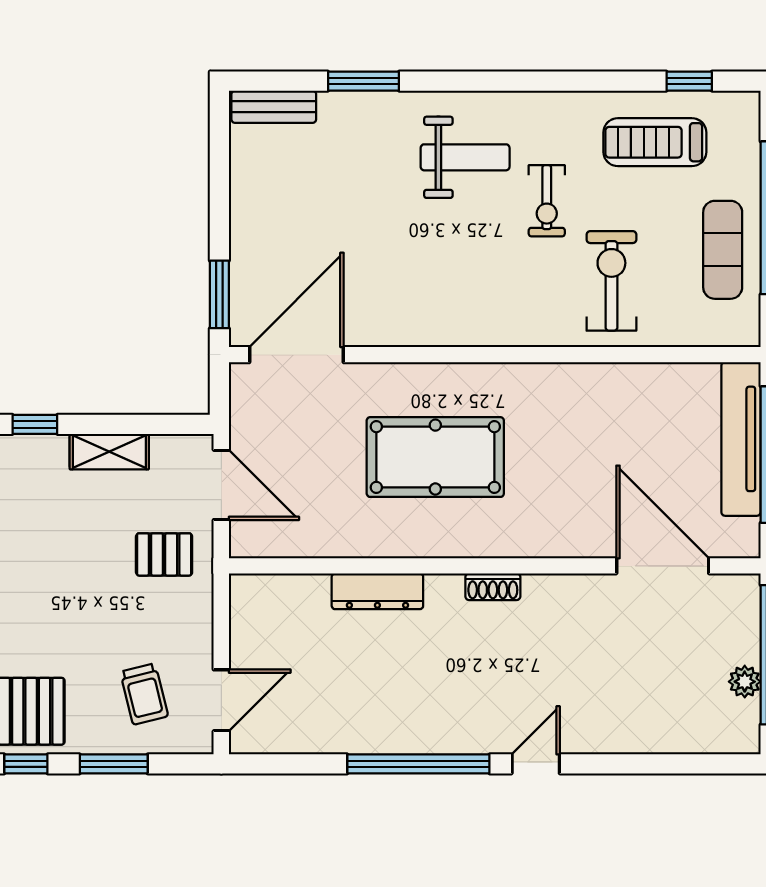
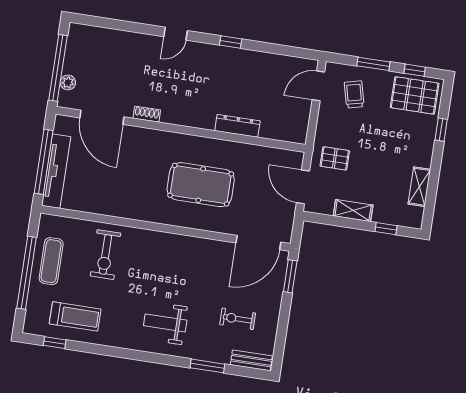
exercise bike: (547, 201) -> (238, 319), moved, turned -90
shoe rack: (493, 587) -> (147, 114), moved
plant: (745, 682) -> (68, 82), moved
window: (418, 764) -> (231, 42), width x0.32

